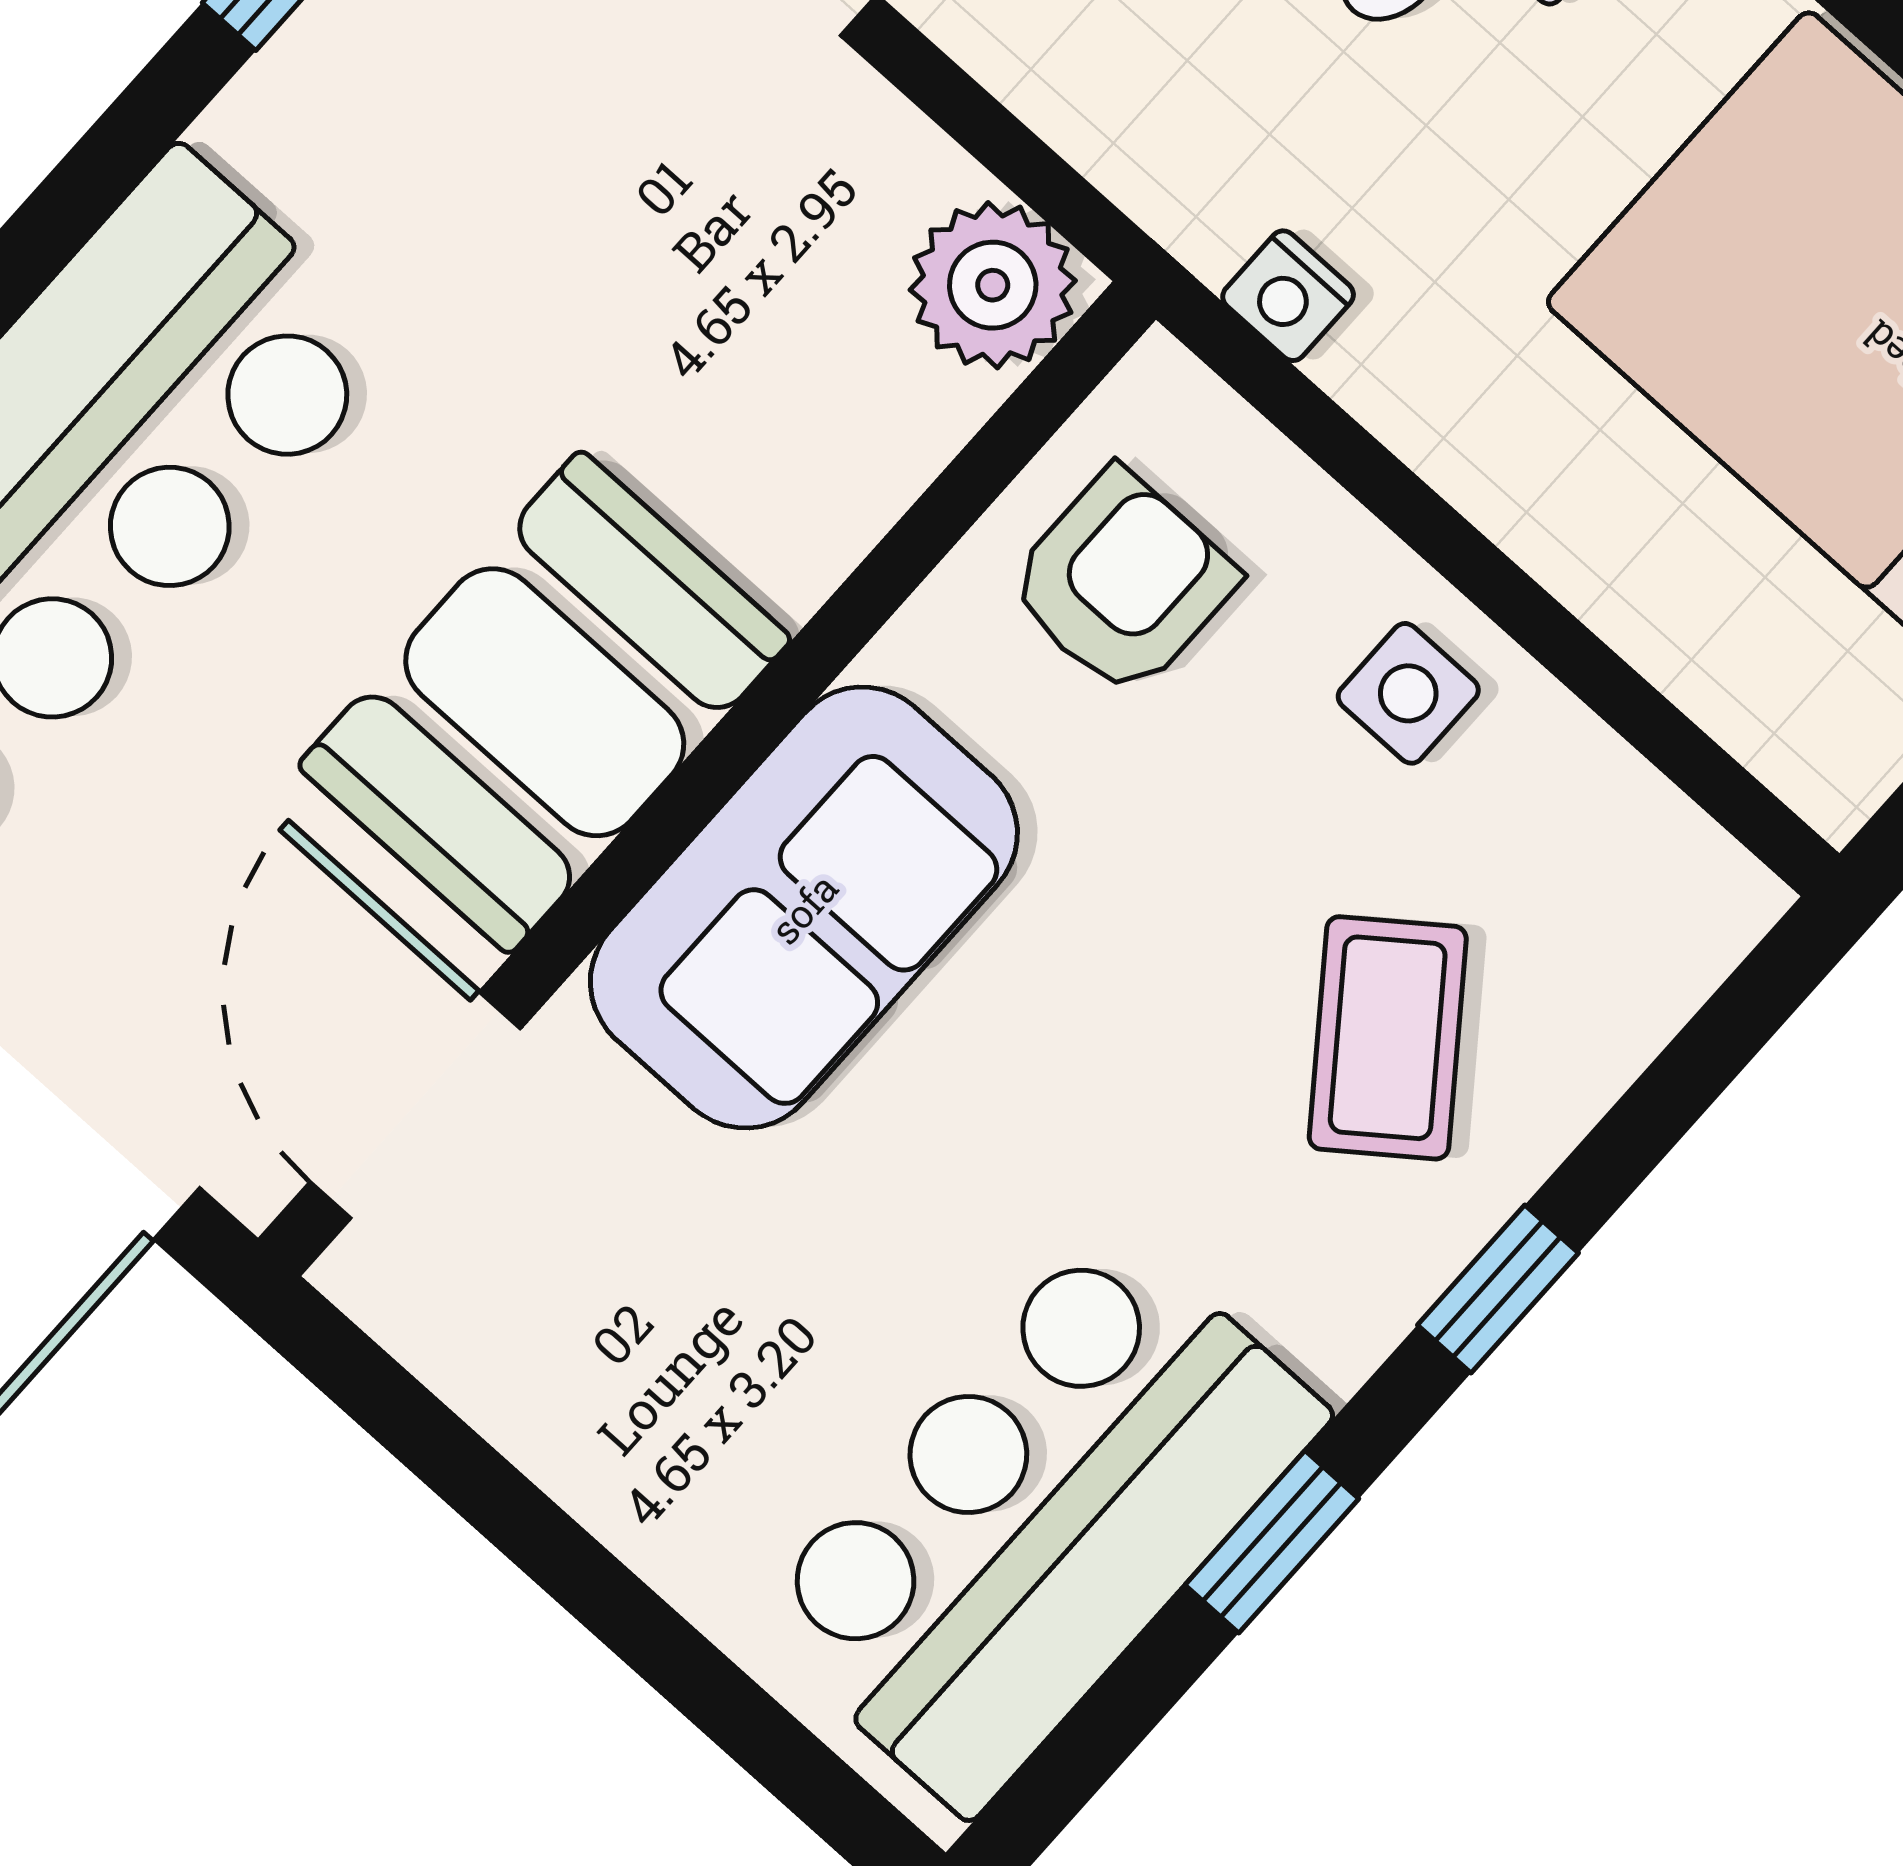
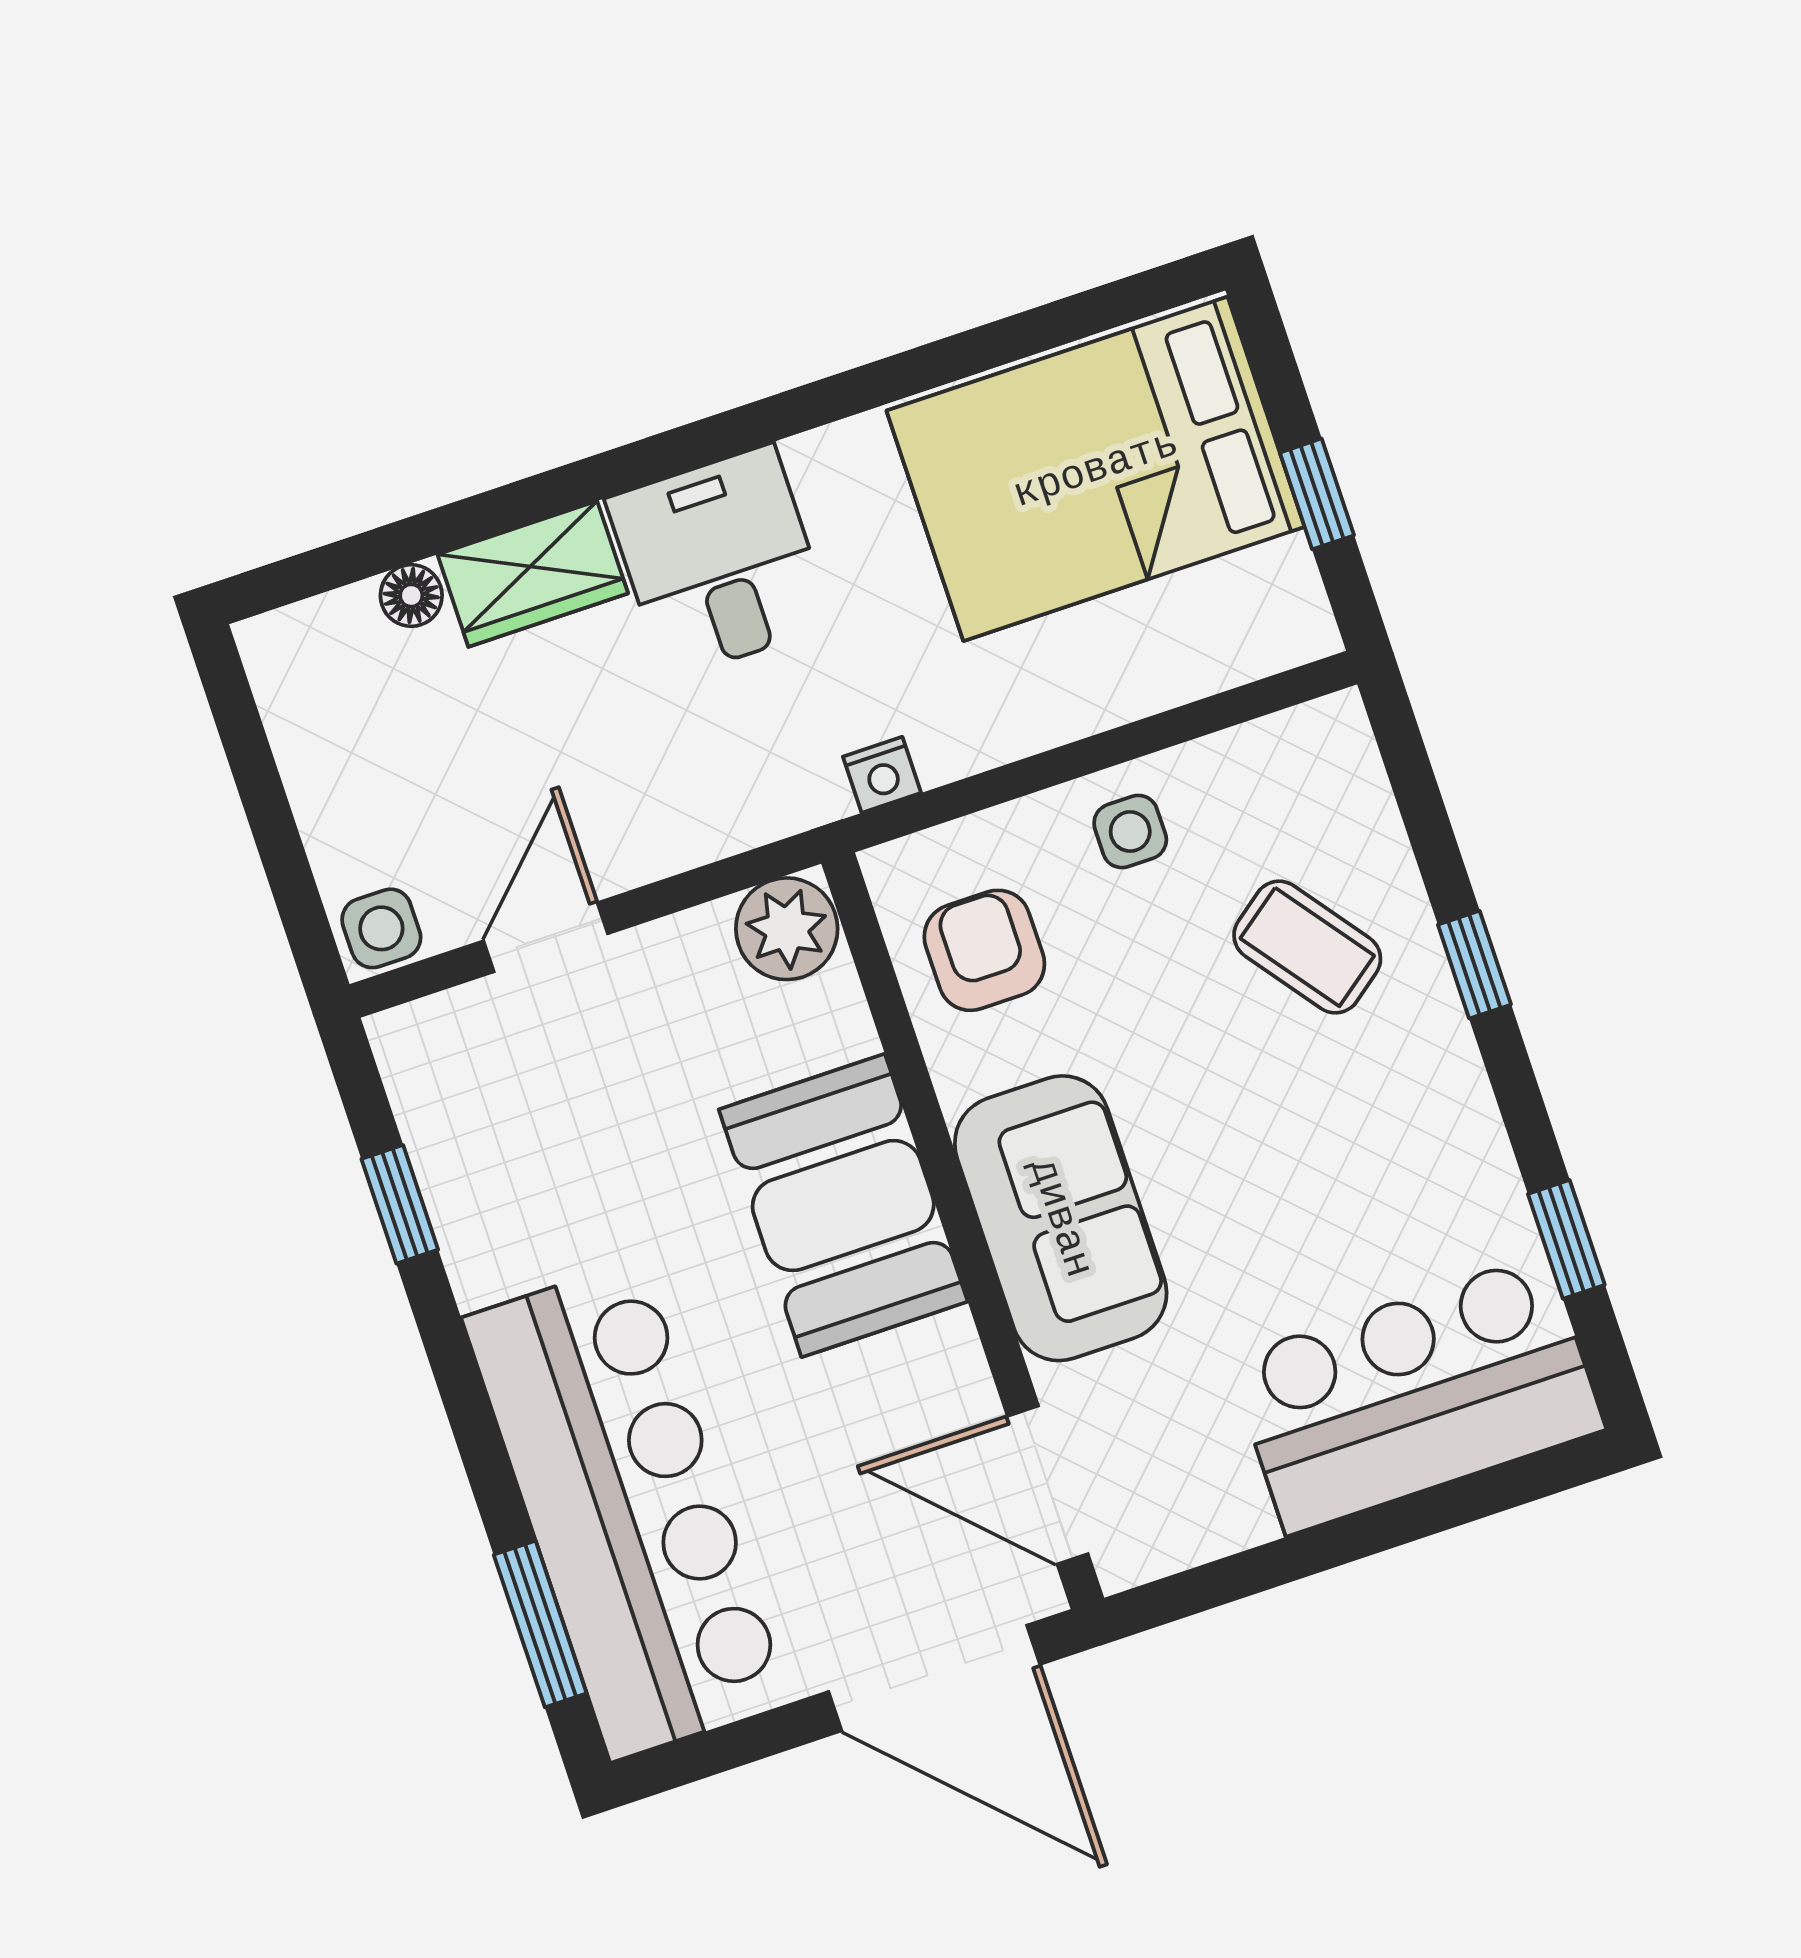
booth: (545, 702) -> (843, 1206), moved
bar counter: (1039, 1518) -> (1417, 1394), moved, turned 90
window: (1272, 1542) -> (1566, 1239), moved

